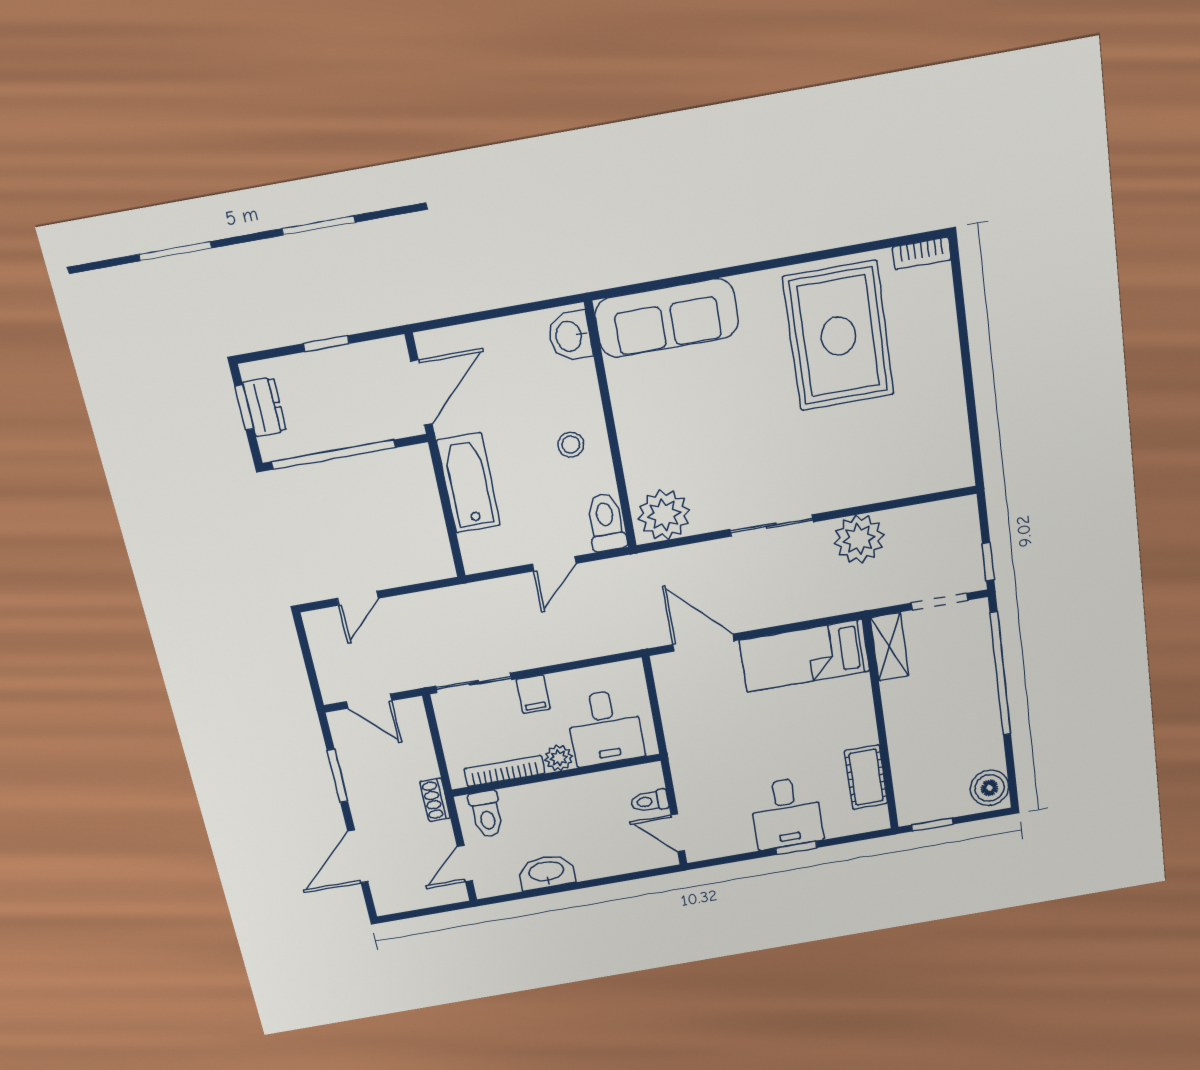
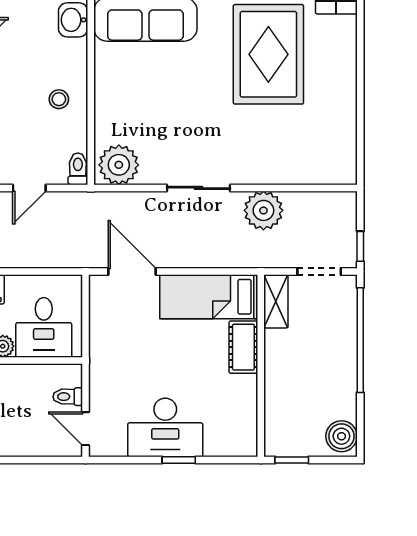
toilet: (606, 522) -> (78, 169), width x0.73, depth x0.72
cot: (866, 777) -> (243, 347), moved
desk: (786, 813) -> (165, 427), width x1.37

